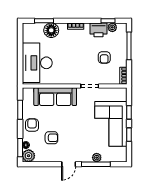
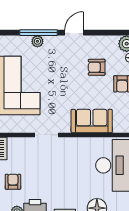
armchair: (104, 57) -> (13, 182), moved
sofa: (55, 97) -> (92, 121), width x0.73

